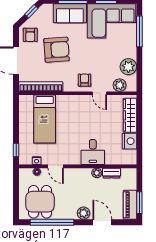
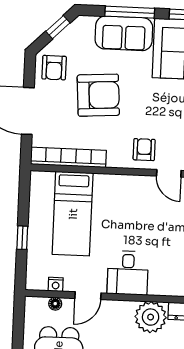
window: (16, 150) -> (22, 238), moved
desk: (93, 152) -> (128, 273), moved
door: (56, 166) -> (88, 296), hinge flipped
plant: (97, 173) -> (151, 317), width x1.87, depth x1.87

